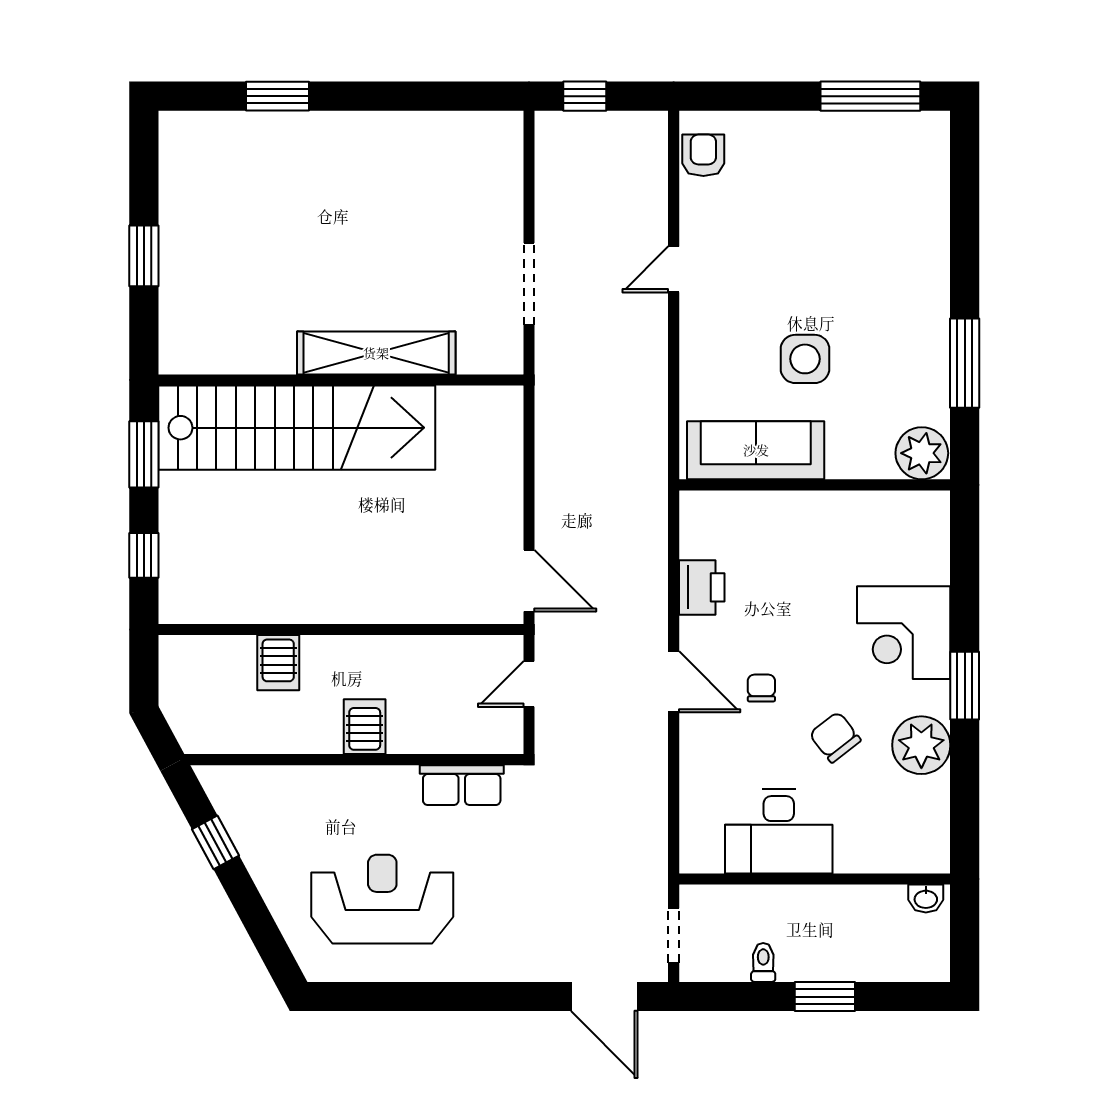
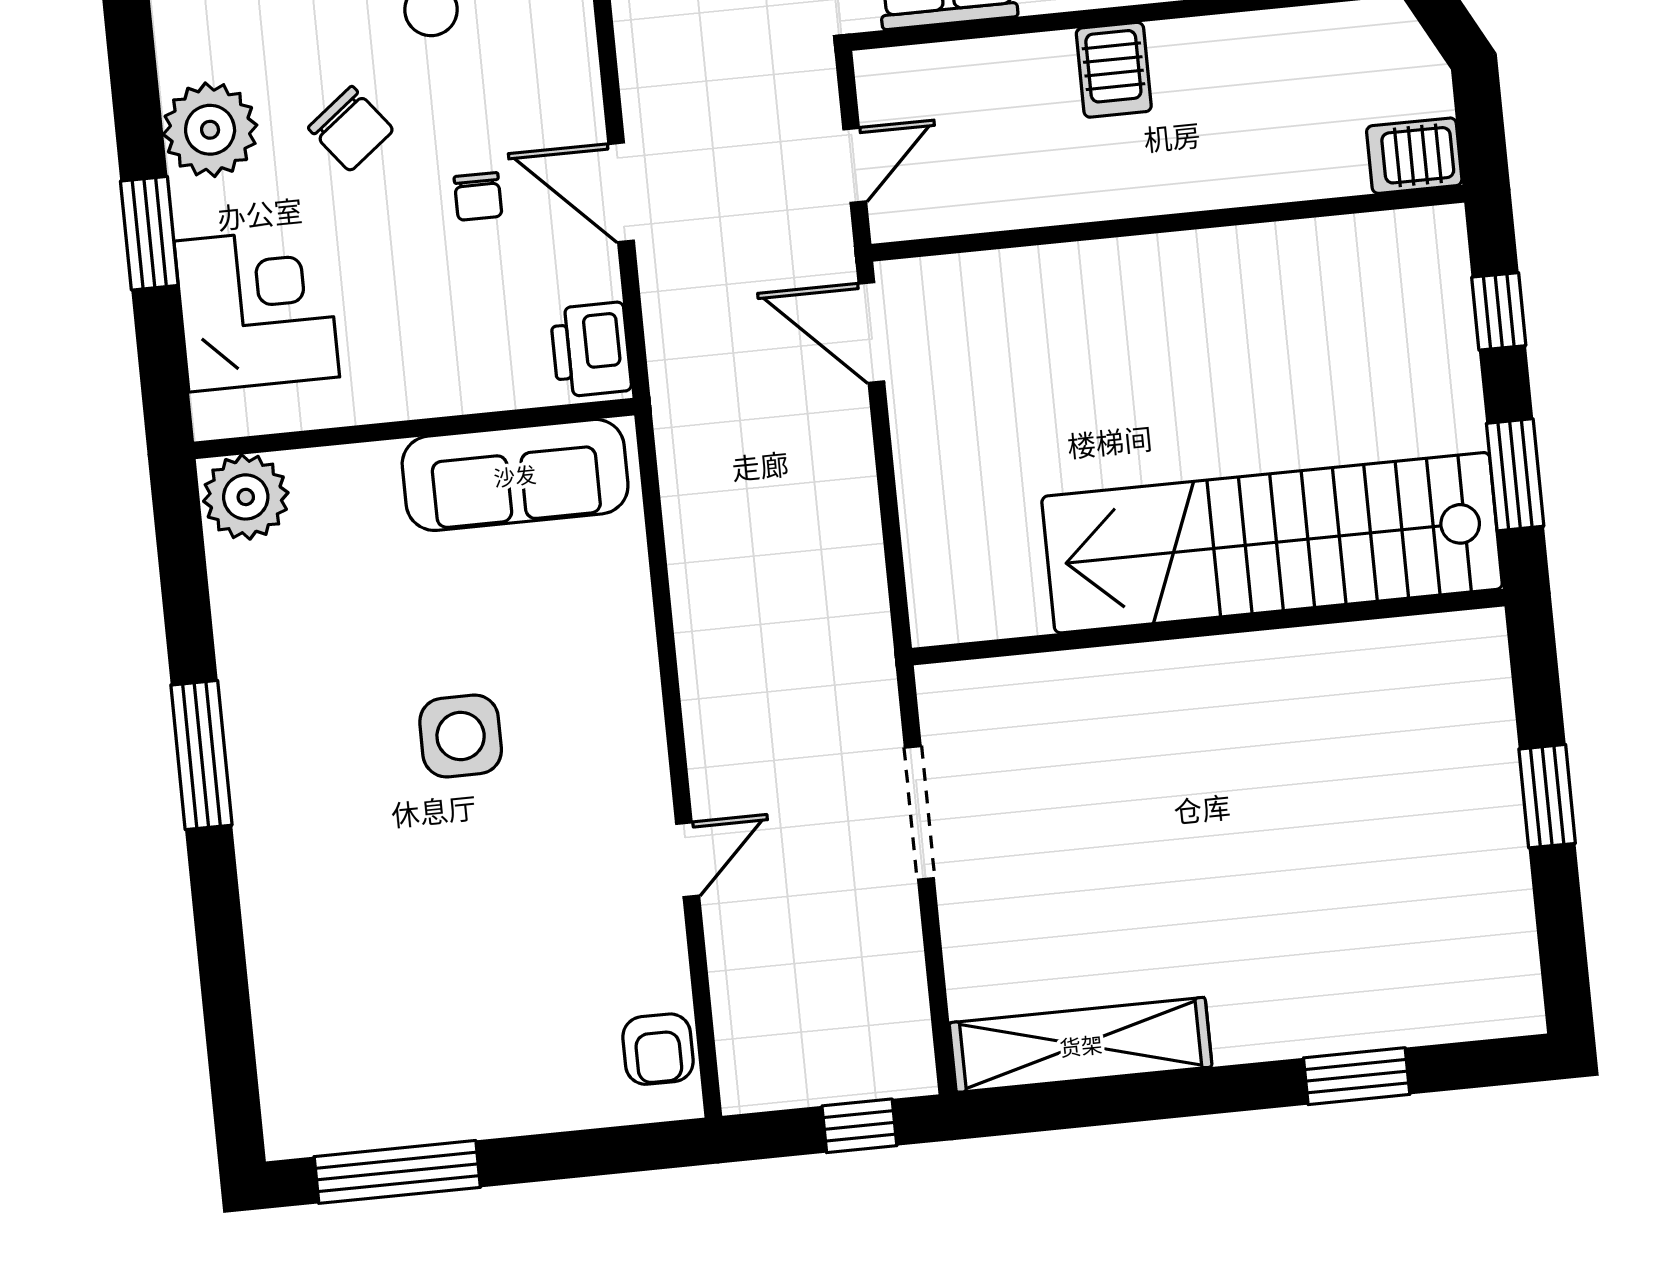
shelving: (376, 353) -> (1081, 1045), moved
sofa: (756, 450) -> (515, 475), moved
plant: (922, 453) -> (246, 497), moved
wall: (815, 485) -> (414, 429), moved
server rack: (278, 663) -> (1414, 156), moved, turned -90

